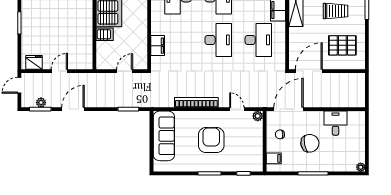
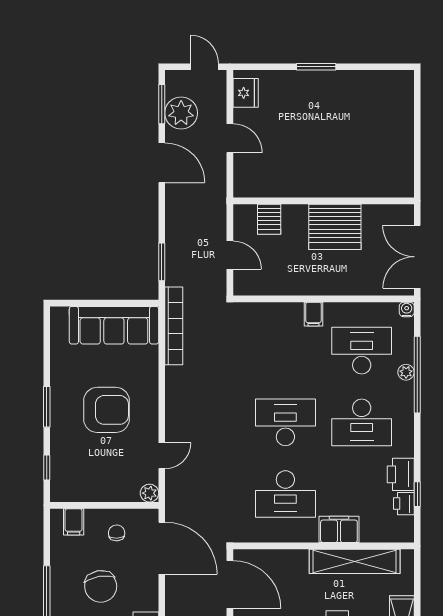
server rack: (105, 34) -> (269, 219), moved
desk: (218, 40) -> (285, 422), turned 180
filing cabinet: (158, 46) -> (314, 314), moved, width x0.50
bookcase: (196, 102) -> (174, 326), moved
plant: (41, 103) -> (181, 113), width x1.88, depth x1.88

